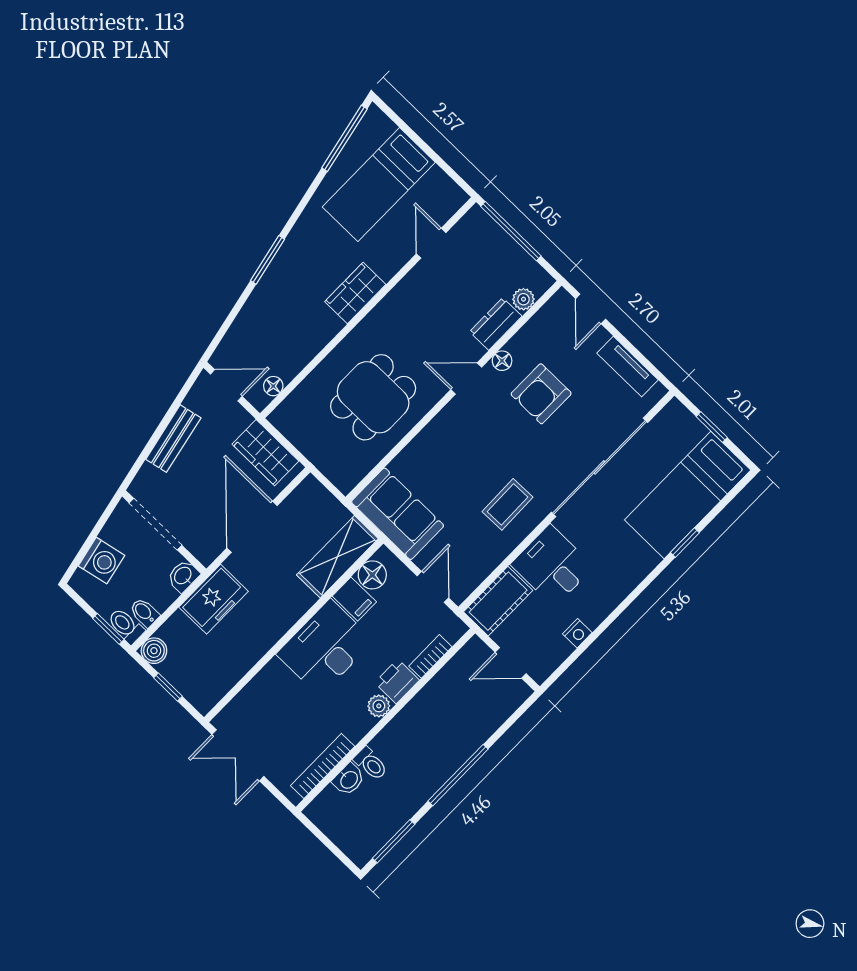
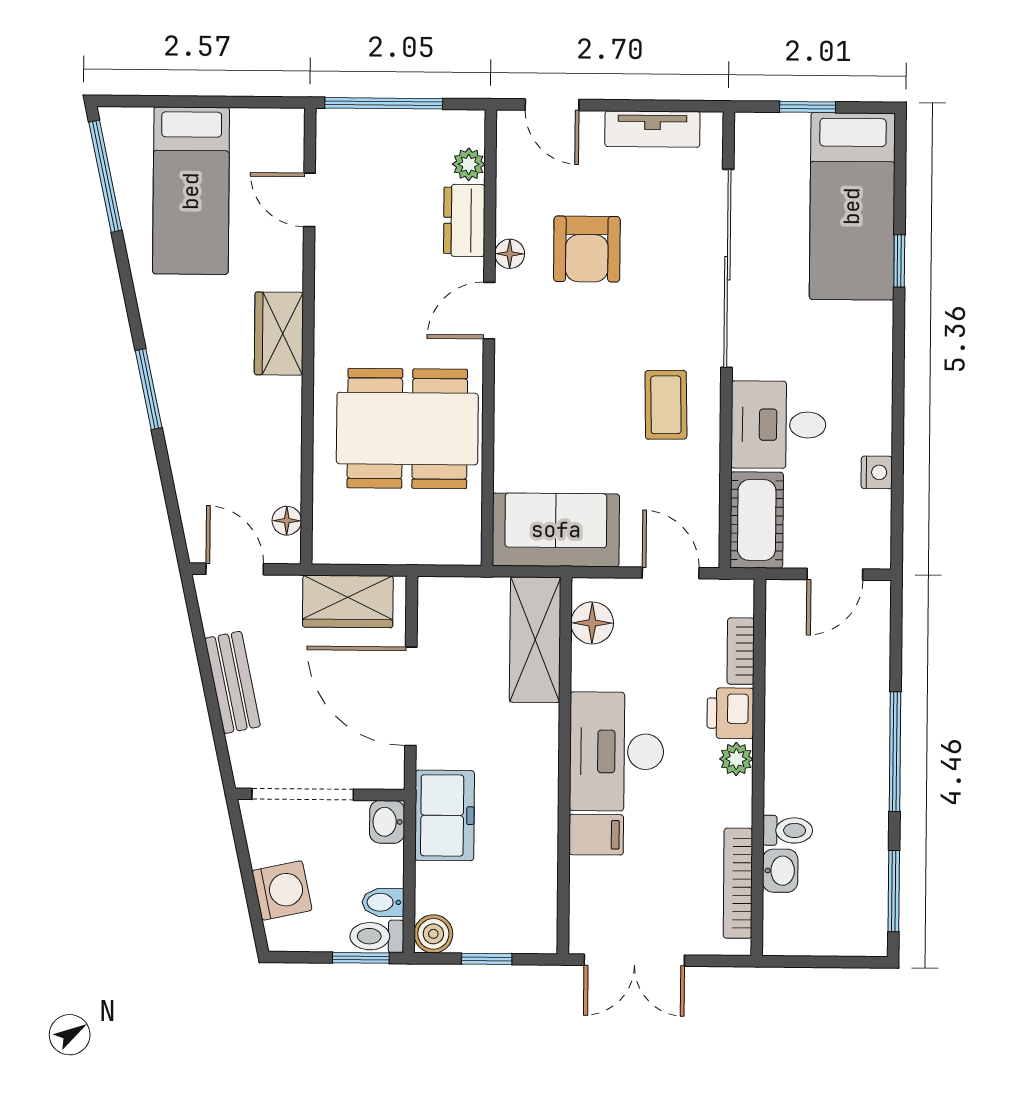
door: (226, 385) -> (235, 569), hinge flipped
dining table: (373, 397) -> (407, 429), width x1.37
filing cabinet: (354, 599) -> (596, 835), moved

